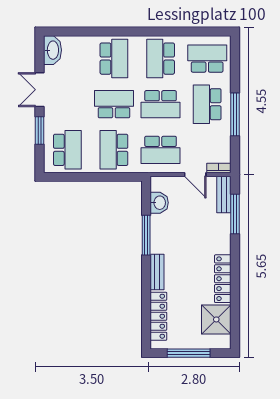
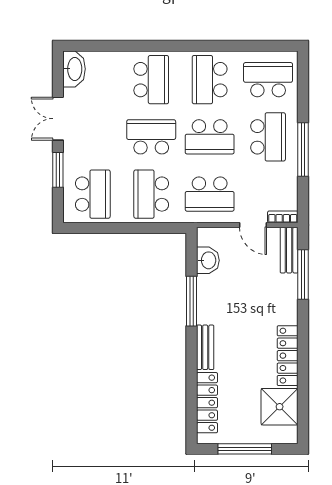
school desk: (207, 104) -> (268, 137), turned 180

